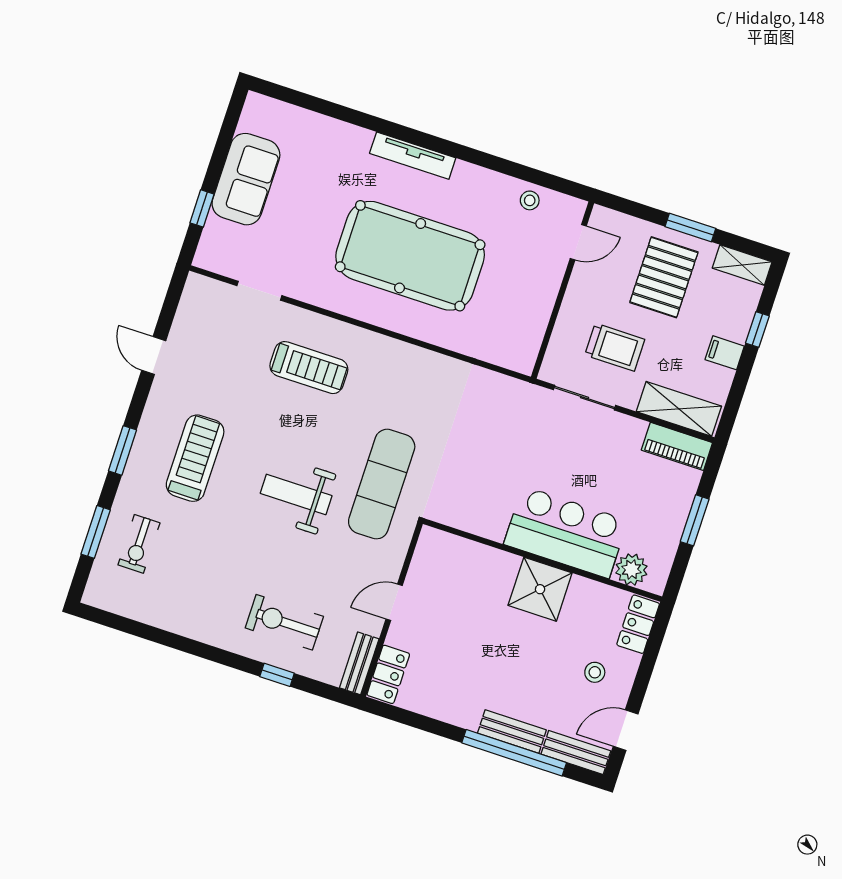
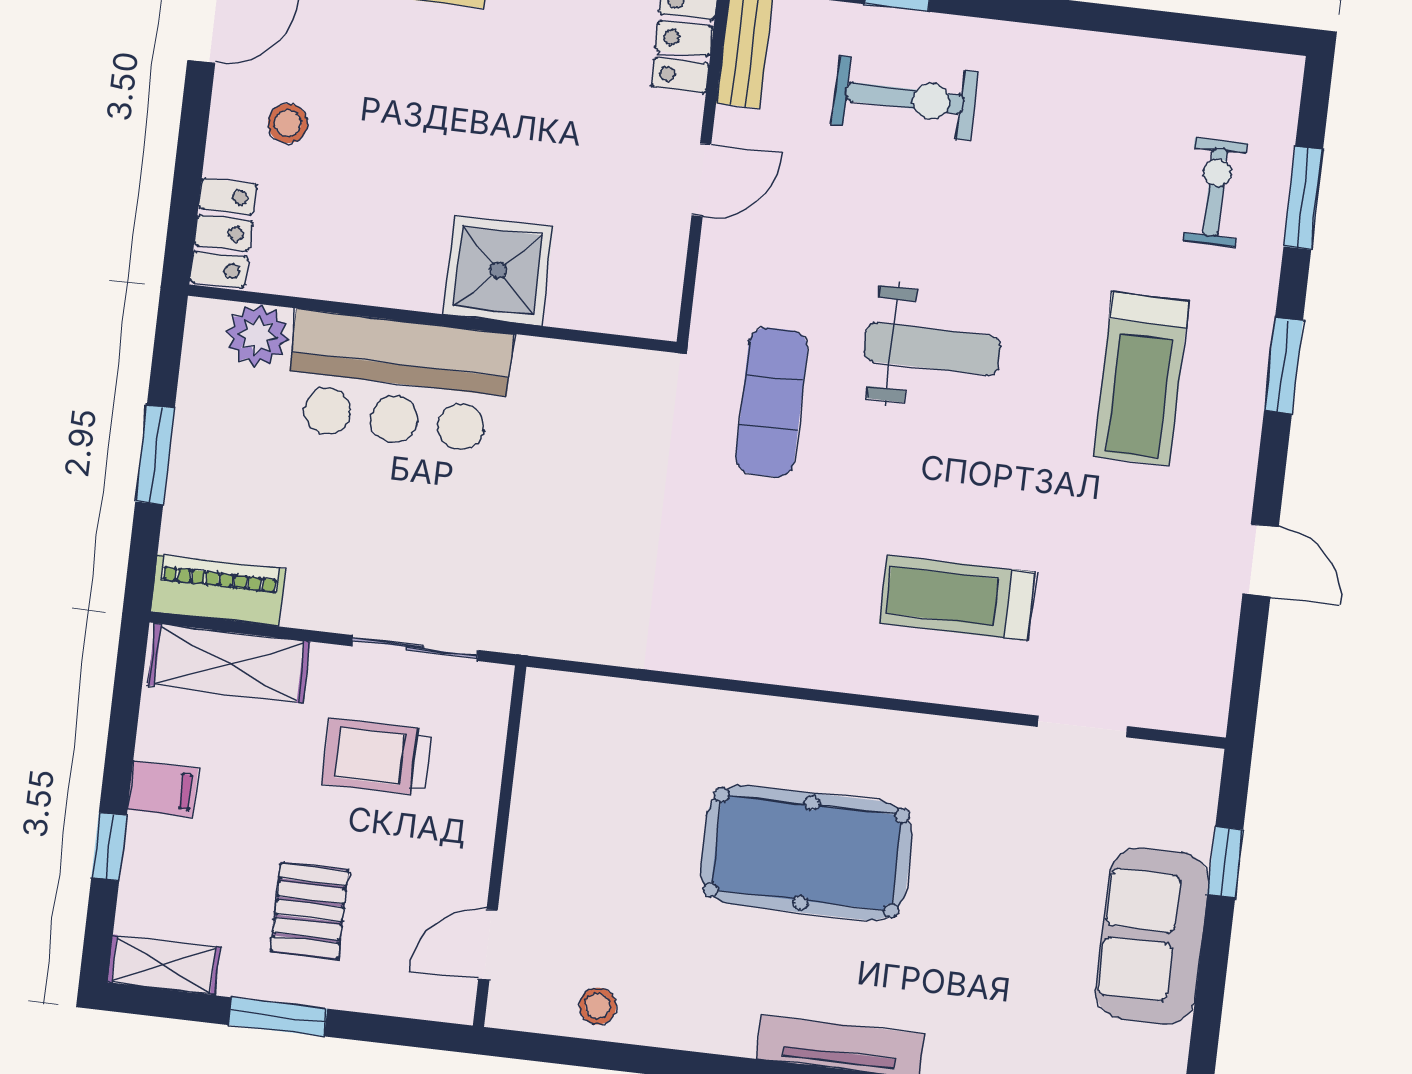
pool table: (410, 256) -> (806, 853), width x0.73, depth x0.76
pallet: (664, 277) -> (309, 911), width x0.67, depth x0.71
exercise mat: (382, 484) -> (772, 402), width x0.73, depth x0.69
shower: (540, 589) -> (498, 270), moved

